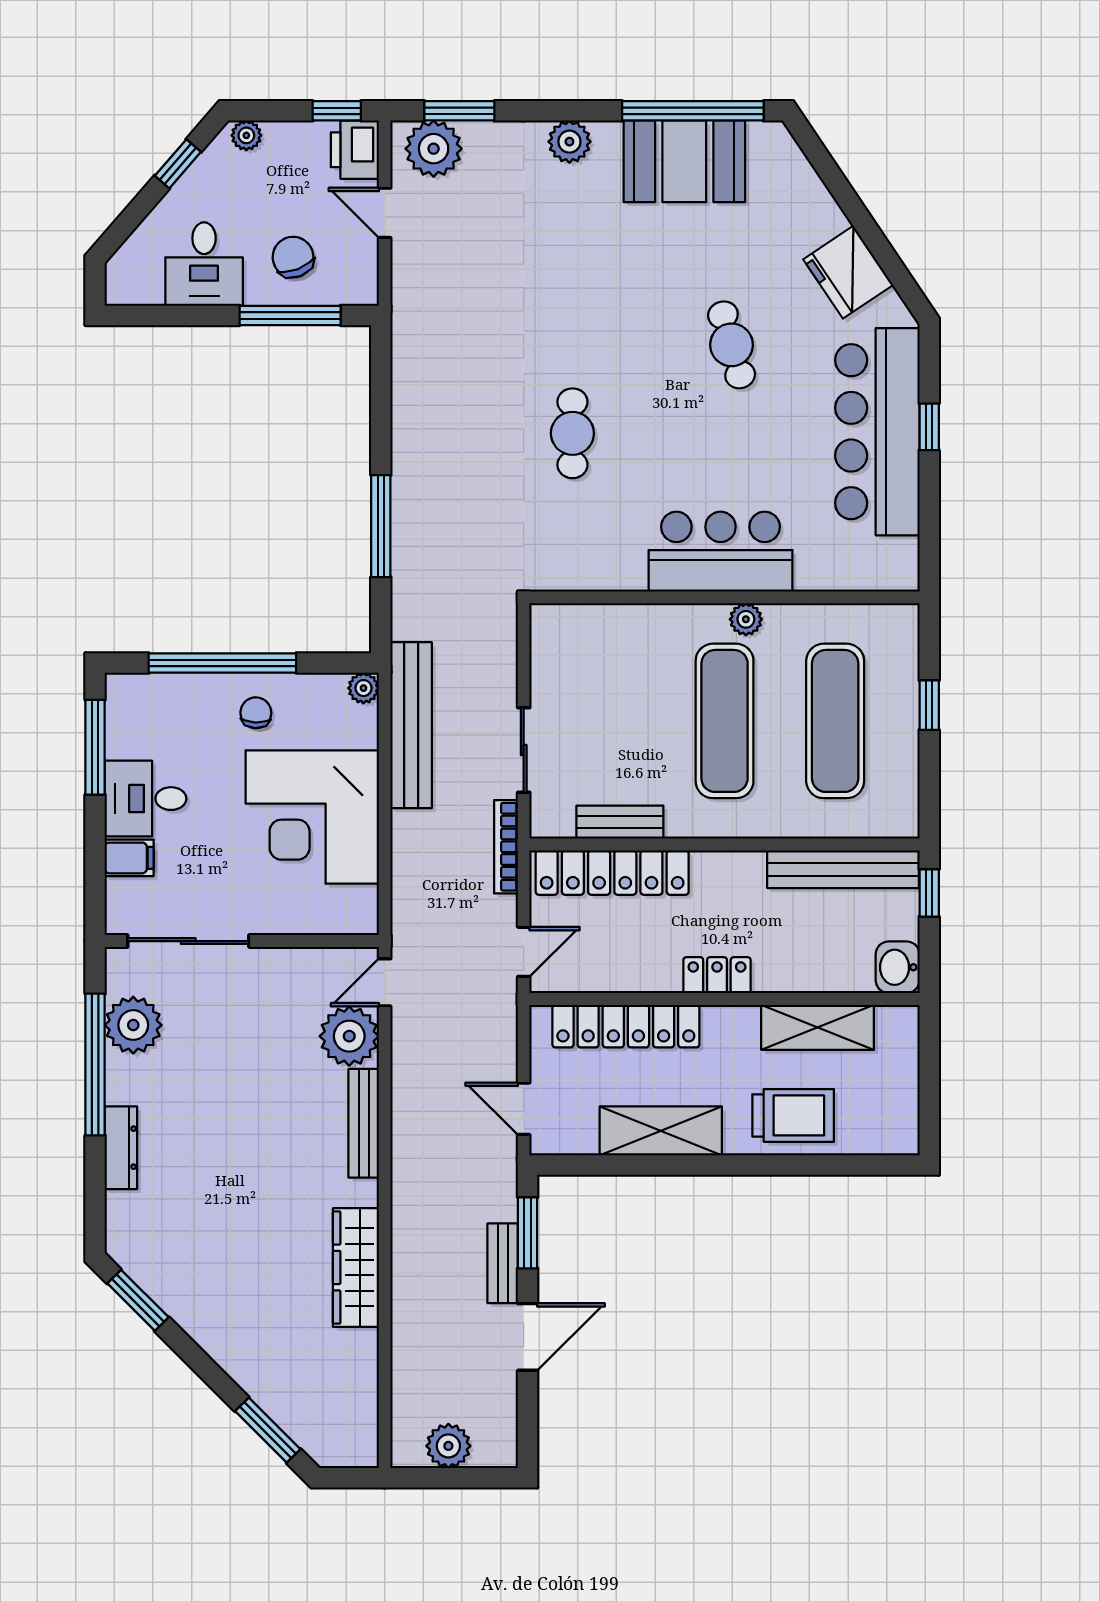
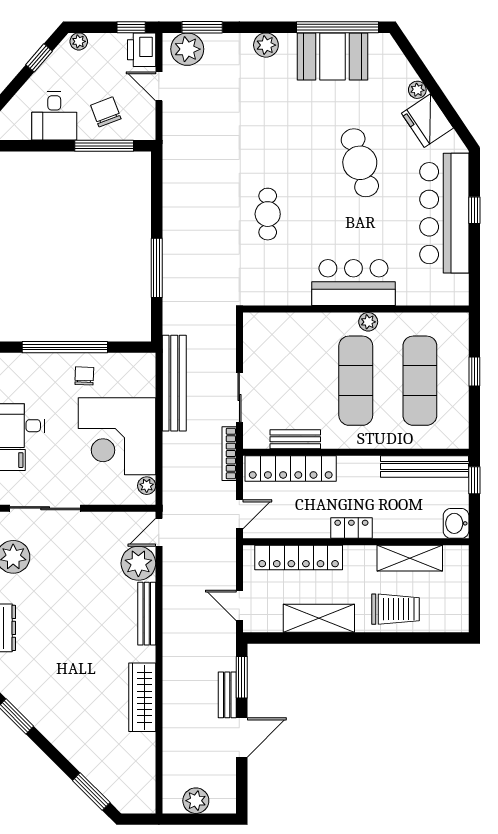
plant: (831, 219) -> (417, 90), added
cafe table: (731, 345) -> (360, 163), width x1.37, depth x1.35
plant: (363, 688) -> (147, 486), moved

